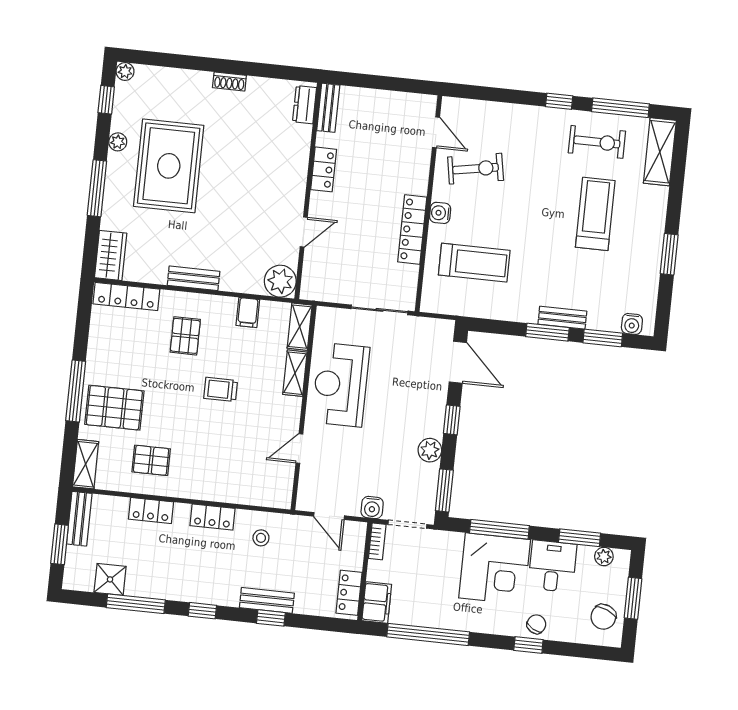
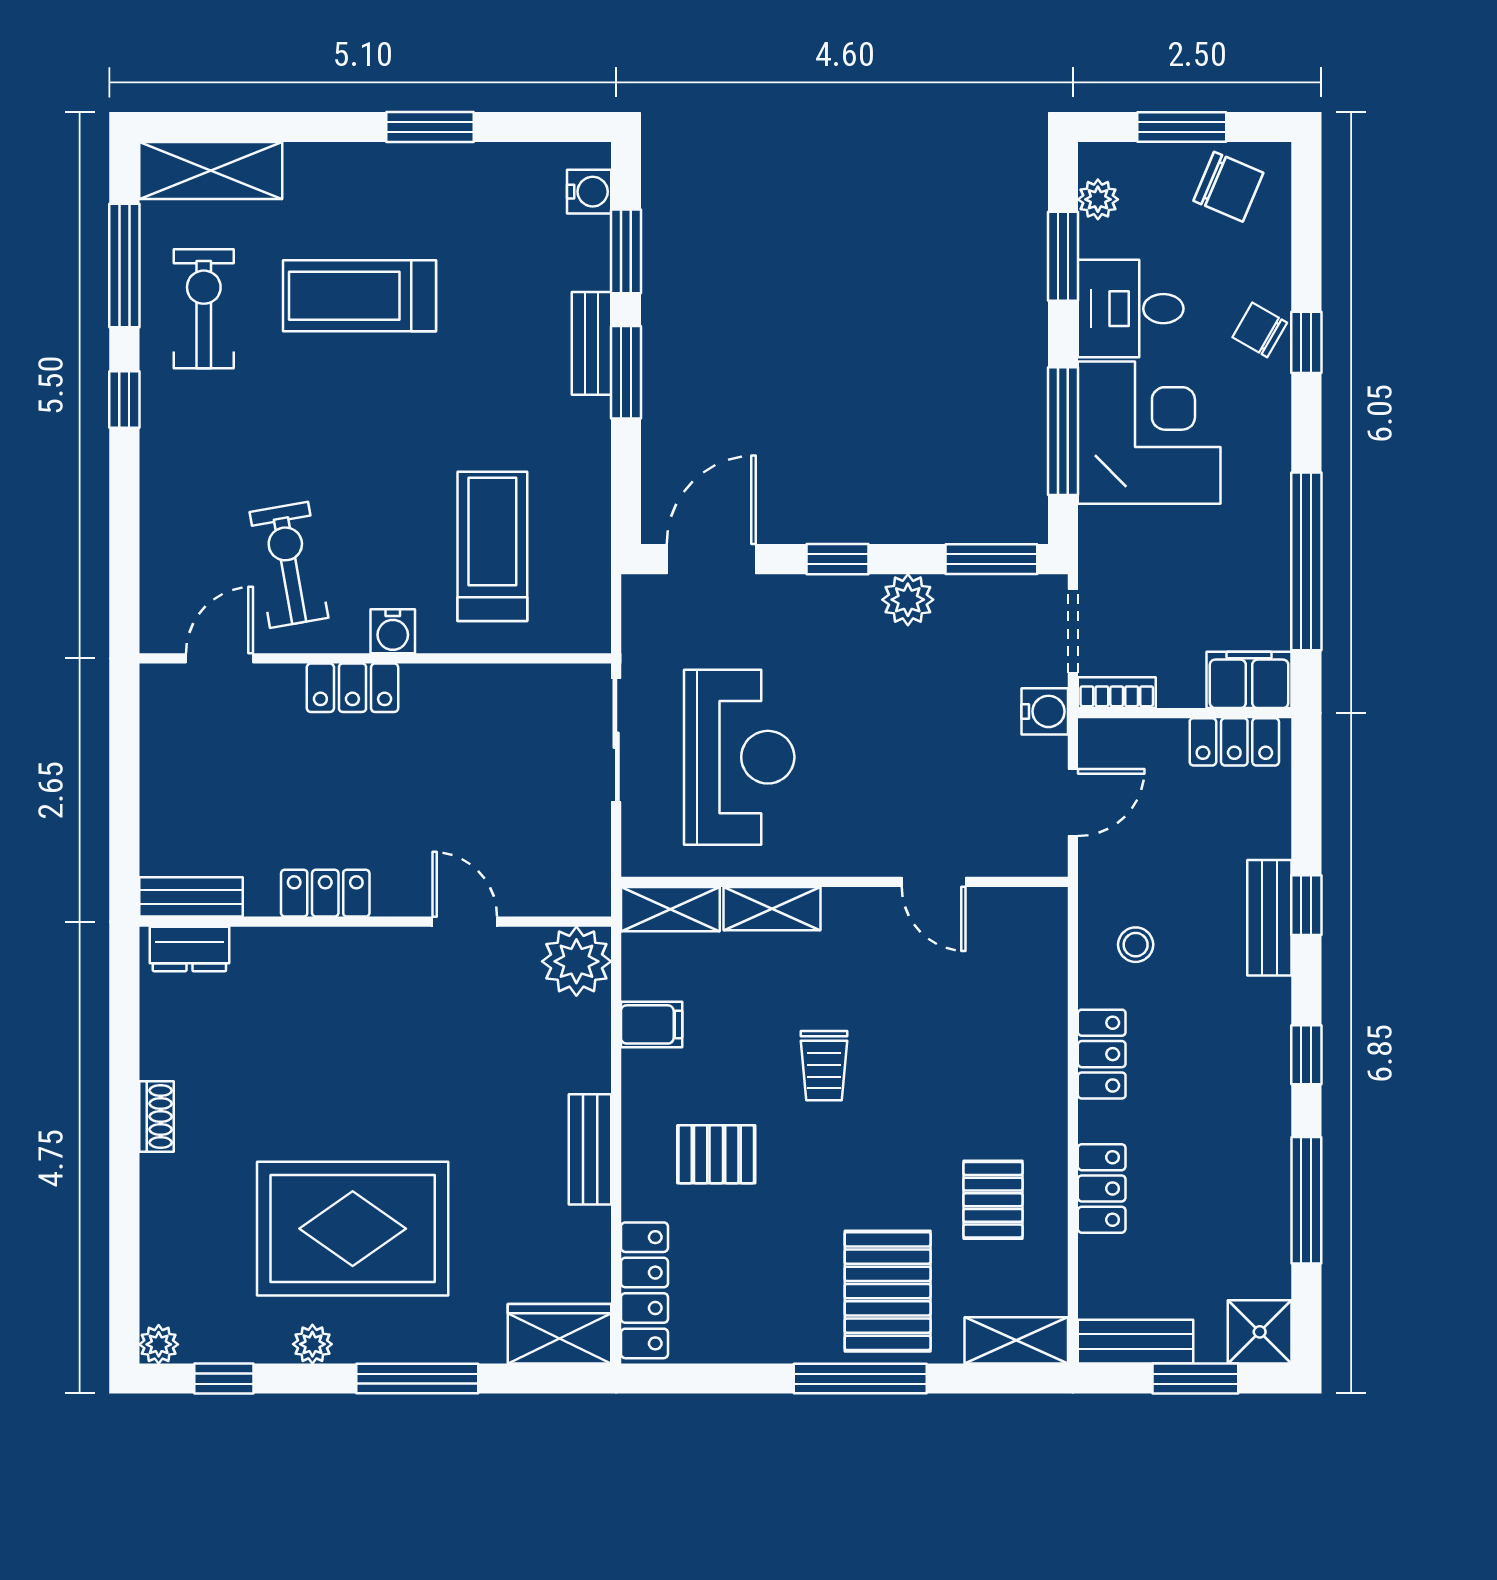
locker: (412, 229) -> (352, 688), moved, width x0.66
reception desk: (341, 385) -> (739, 757), moved, turned -90
shower: (110, 579) -> (1260, 1332), moved

